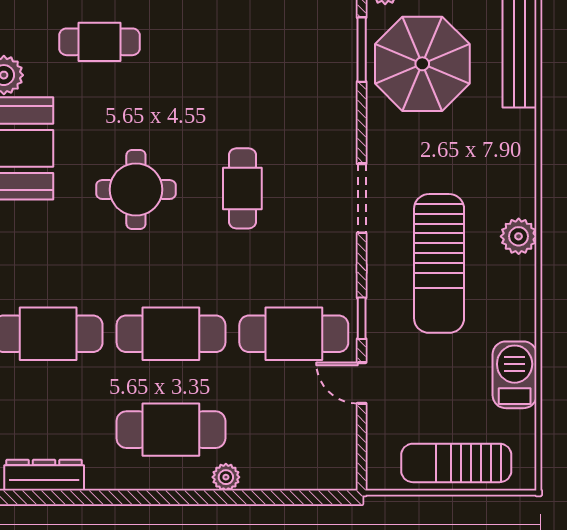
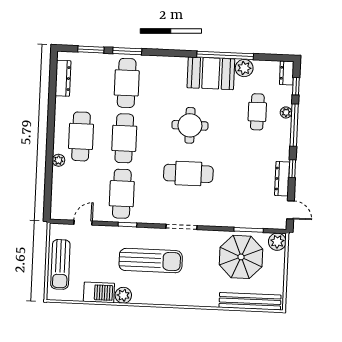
cafe table: (242, 188) -> (188, 173), width x1.37, depth x1.35
plant: (519, 236) -> (123, 295), moved
sun lounger: (439, 263) -> (151, 261), turned 180
door: (362, 383) -> (83, 223), moved
sun lounger: (456, 463) -> (60, 264), turned 180

